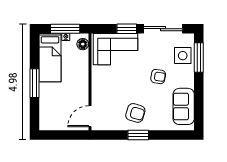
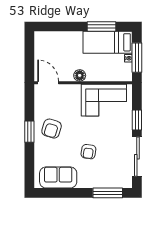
floor lamp: (83, 44) -> (80, 75), moved
corner sofa: (116, 49) -> (104, 100), moved, turned -90
side table: (183, 56) -> (110, 177), removed
window: (34, 83) -> (102, 27), moved

